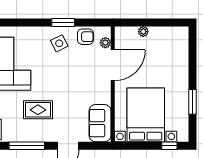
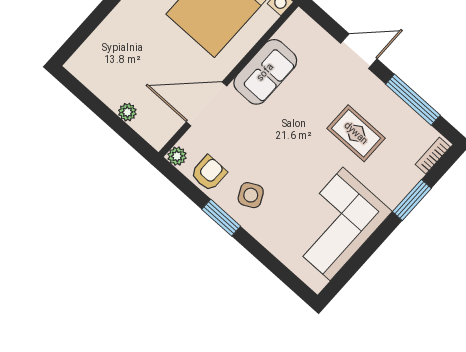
armchair: (85, 37) -> (209, 173), turned 90
plant: (105, 43) -> (177, 156), moved
sofa: (100, 123) -> (265, 72), moved

